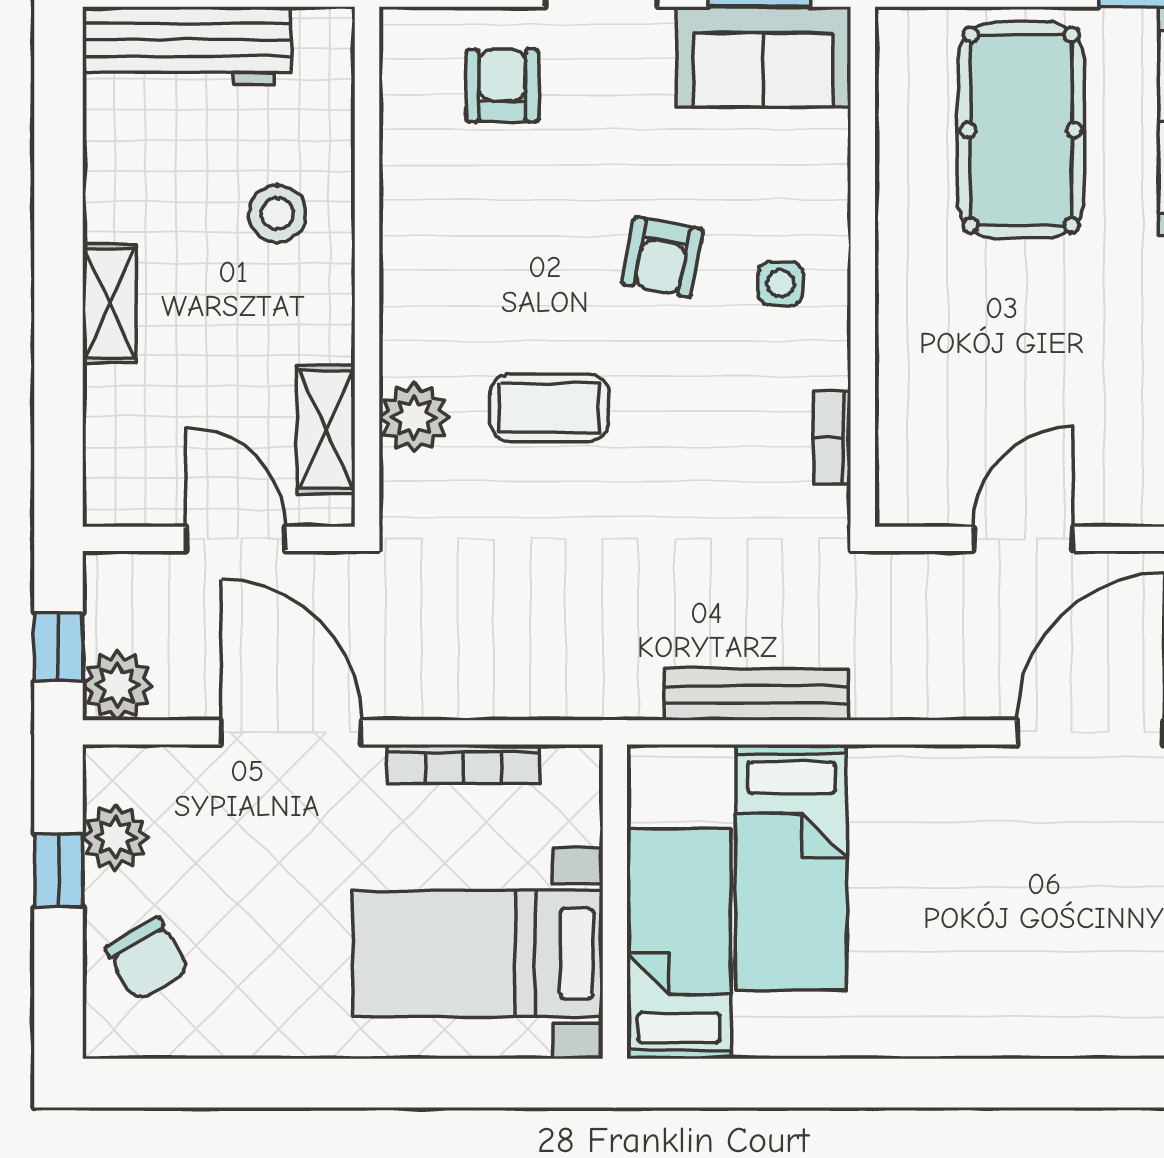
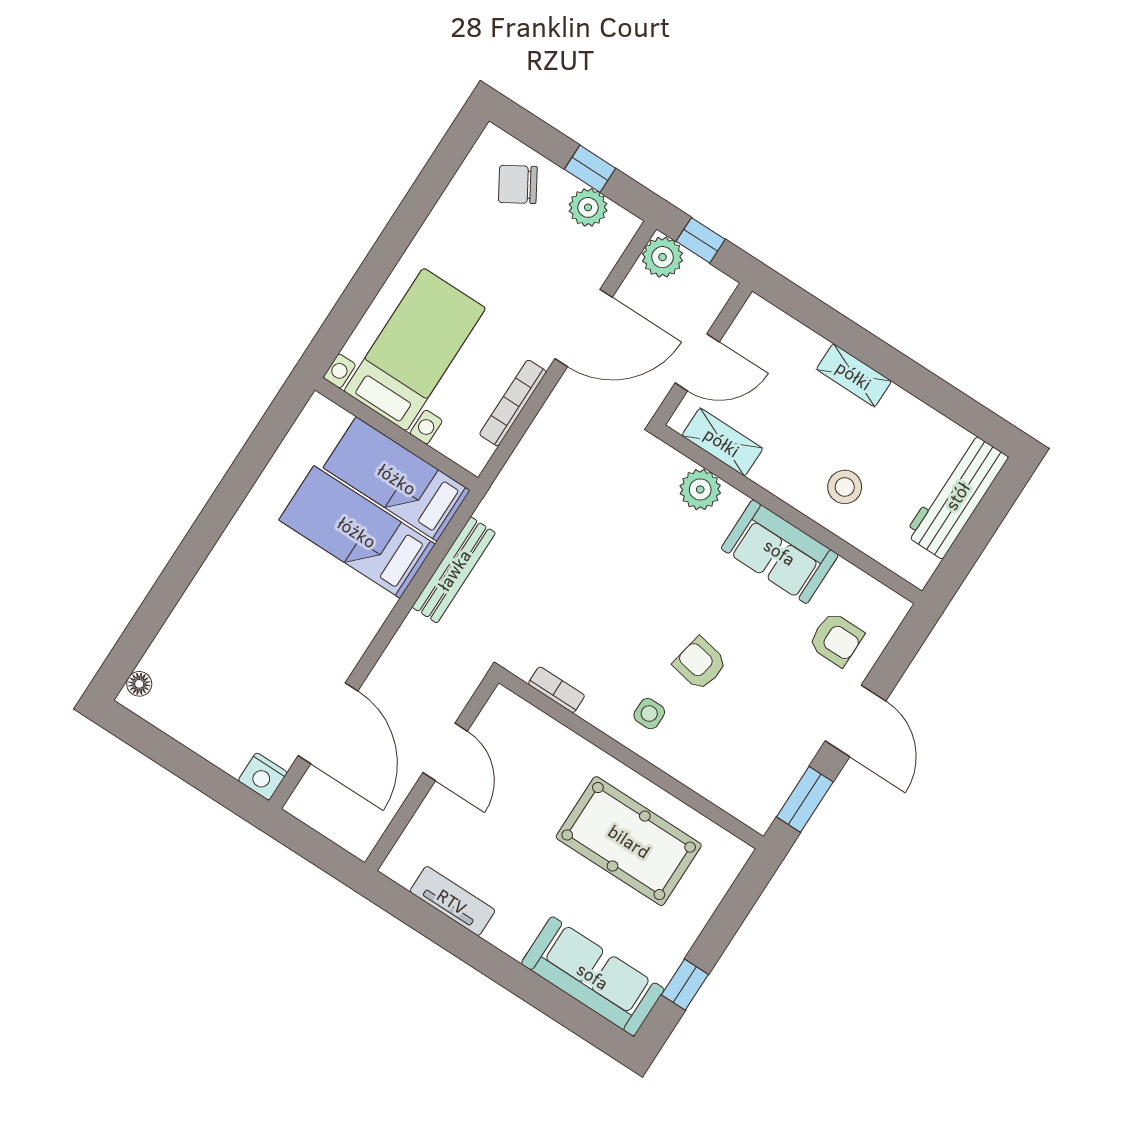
sofa: (764, 57) -> (780, 552), moved, turned -90
pool table: (1021, 130) -> (629, 841), moved
coffee table: (549, 408) -> (662, 559), removed
bed: (679, 944) -> (397, 479), moved, turned 180

